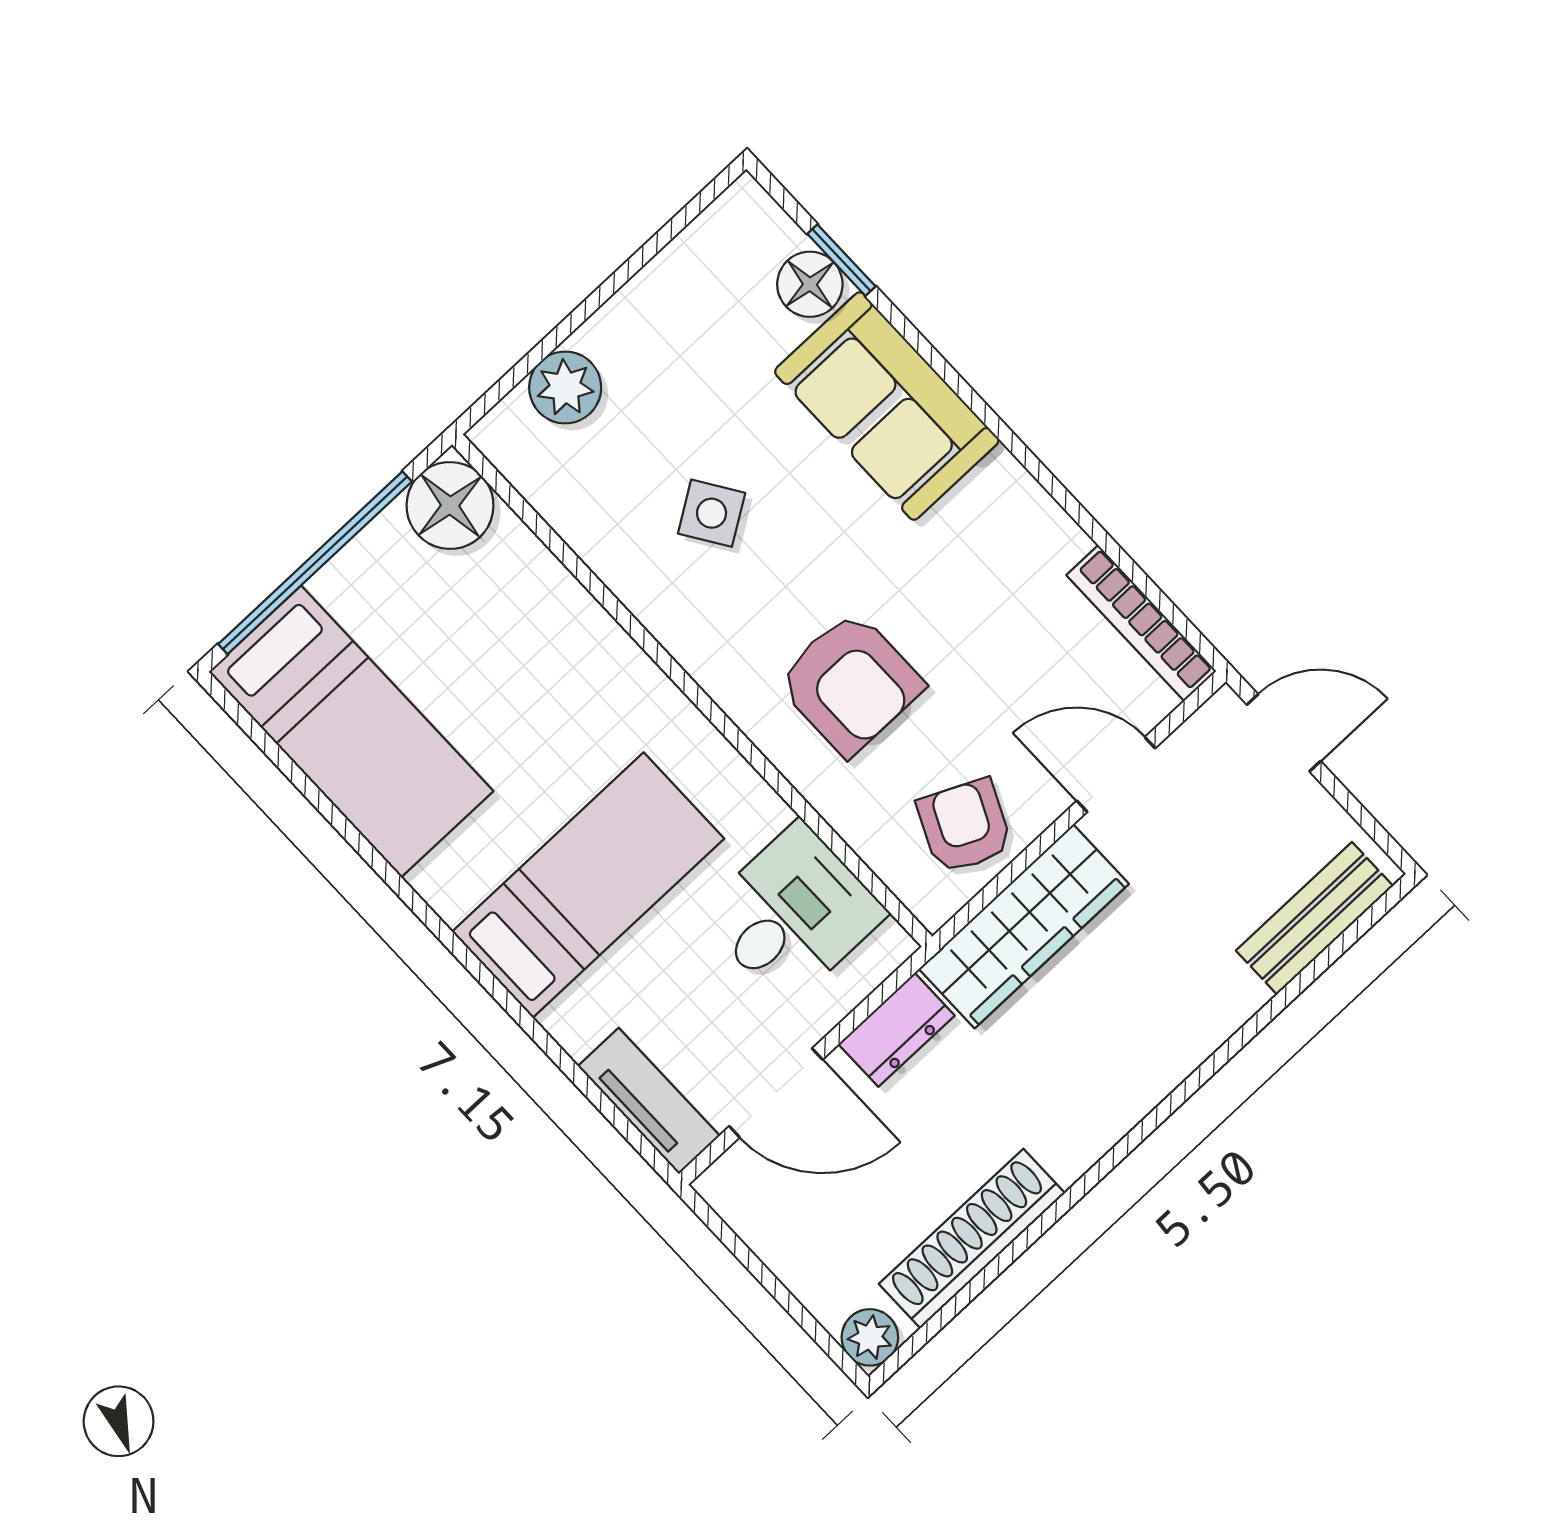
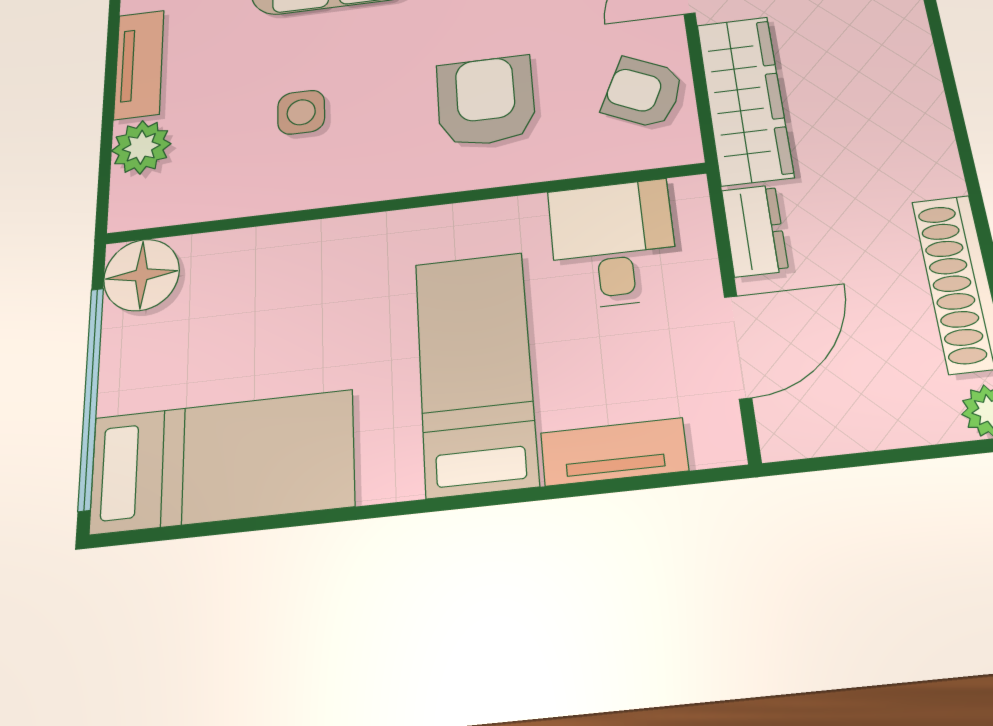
tv unit: (644, 303) -> (139, 64), added
side table: (712, 513) -> (301, 112), turned 33
armchair: (850, 683) -> (486, 101), turned -90
tv unit: (649, 1101) -> (614, 452), moved

